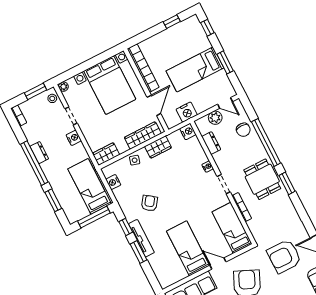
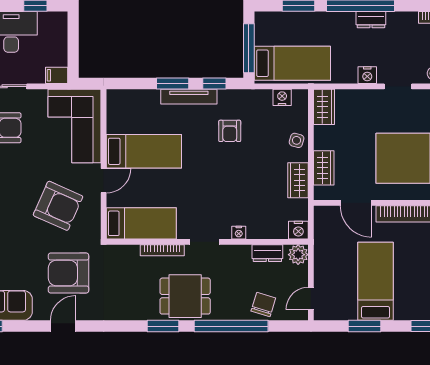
nightstand: (187, 112) -> (325, 242), removed
plant: (215, 118) -> (298, 255), moved
chair: (243, 130) -> (263, 305), turned 107
wardrobe: (143, 135) -> (324, 168), width x0.67
armchair: (149, 203) -> (230, 131), turned 54
armchair: (284, 256) -> (69, 273), turned -90

